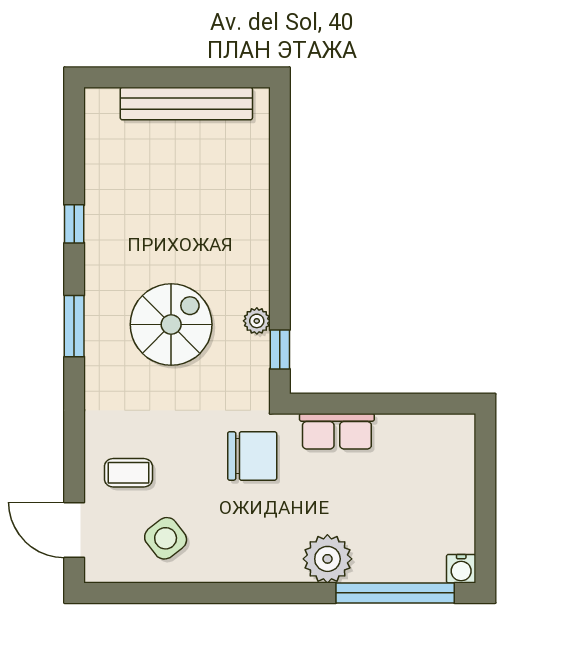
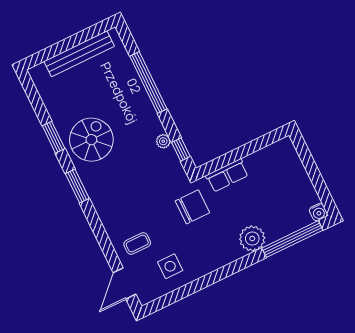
window: (280, 209) -> (148, 83), added
window: (74, 224) -> (54, 137), width x1.50
spiral stairs: (171, 324) -> (91, 140), moved
door: (74, 530) -> (125, 283), hinge flipped
side table: (166, 538) -> (170, 266), turned 38

